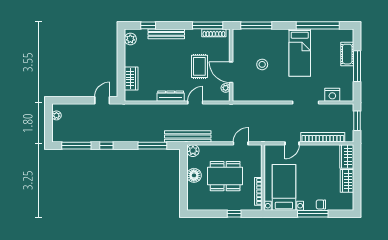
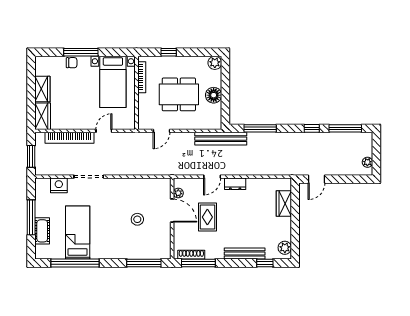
bed: (300, 53) -> (78, 233), moved
dresser: (171, 96) -> (235, 184), width x0.70
plant: (193, 151) -> (215, 63), moved

